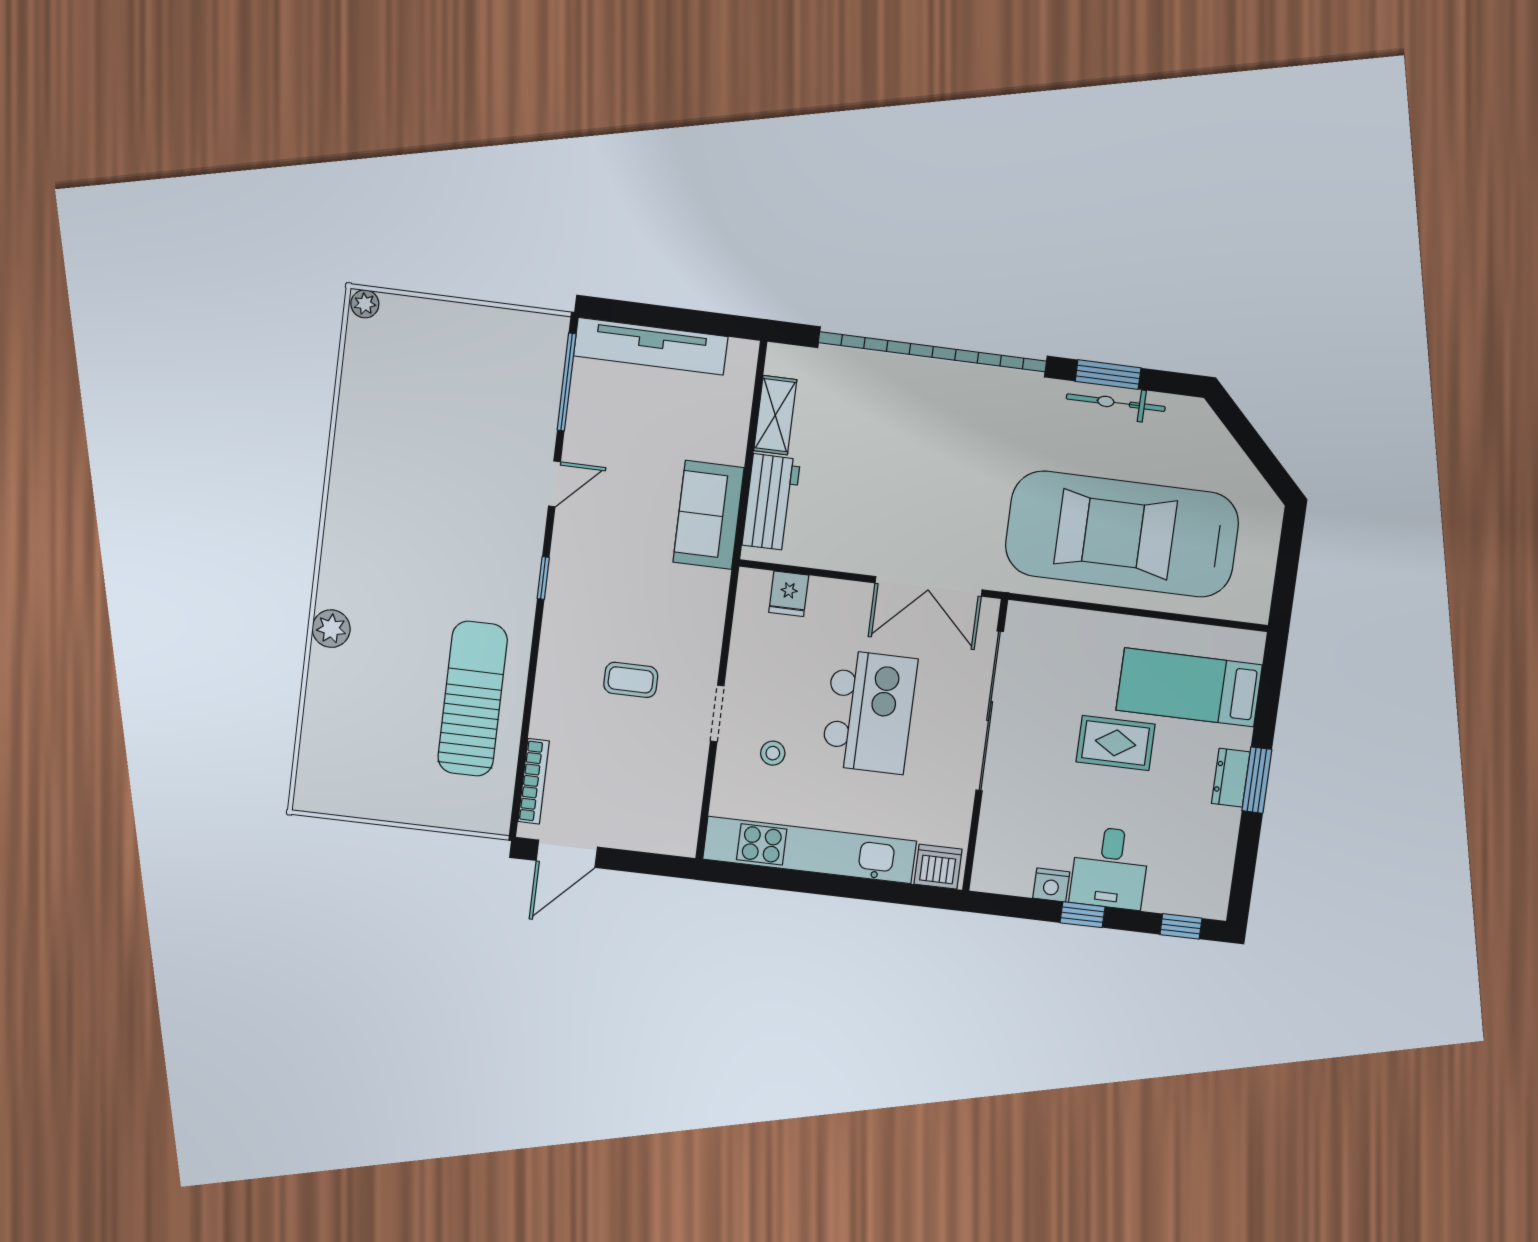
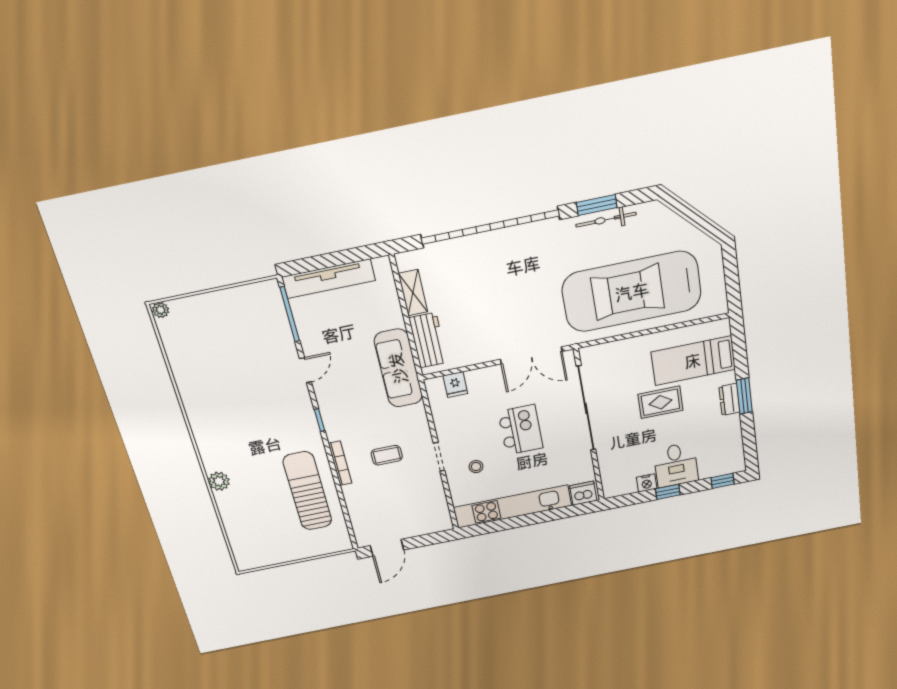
sofa: (708, 515) -> (398, 368), width x1.36
kitchen island: (869, 712) -> (521, 430), width x0.73, depth x0.78
bookcase: (534, 781) -> (340, 463), moved

